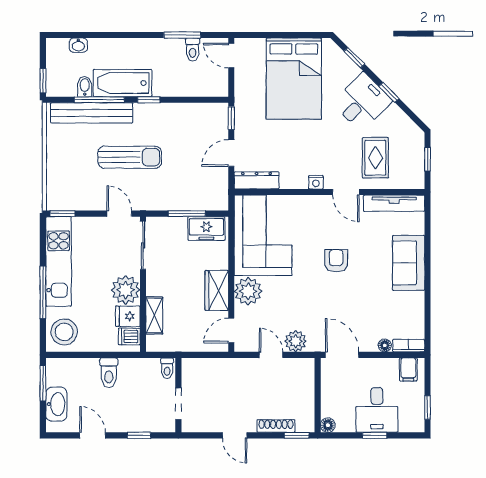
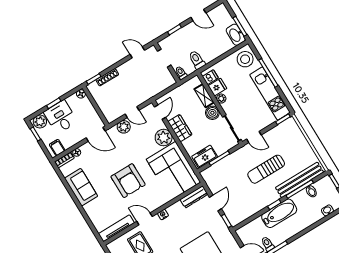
bathtub: (122, 83) -> (279, 213), moved
armchair: (336, 261) -> (128, 181), width x1.88, depth x1.88
sofa: (409, 263) -> (81, 187), moved
boiler: (157, 284) -> (212, 113), added
plant: (126, 290) -> (221, 99), width x0.53, depth x0.53
toilet: (109, 373) -> (197, 60), moved
washbasin: (56, 404) -> (236, 35), moved
plant: (410, 421) -> (40, 122), added
door: (235, 435) -> (137, 52), moved

